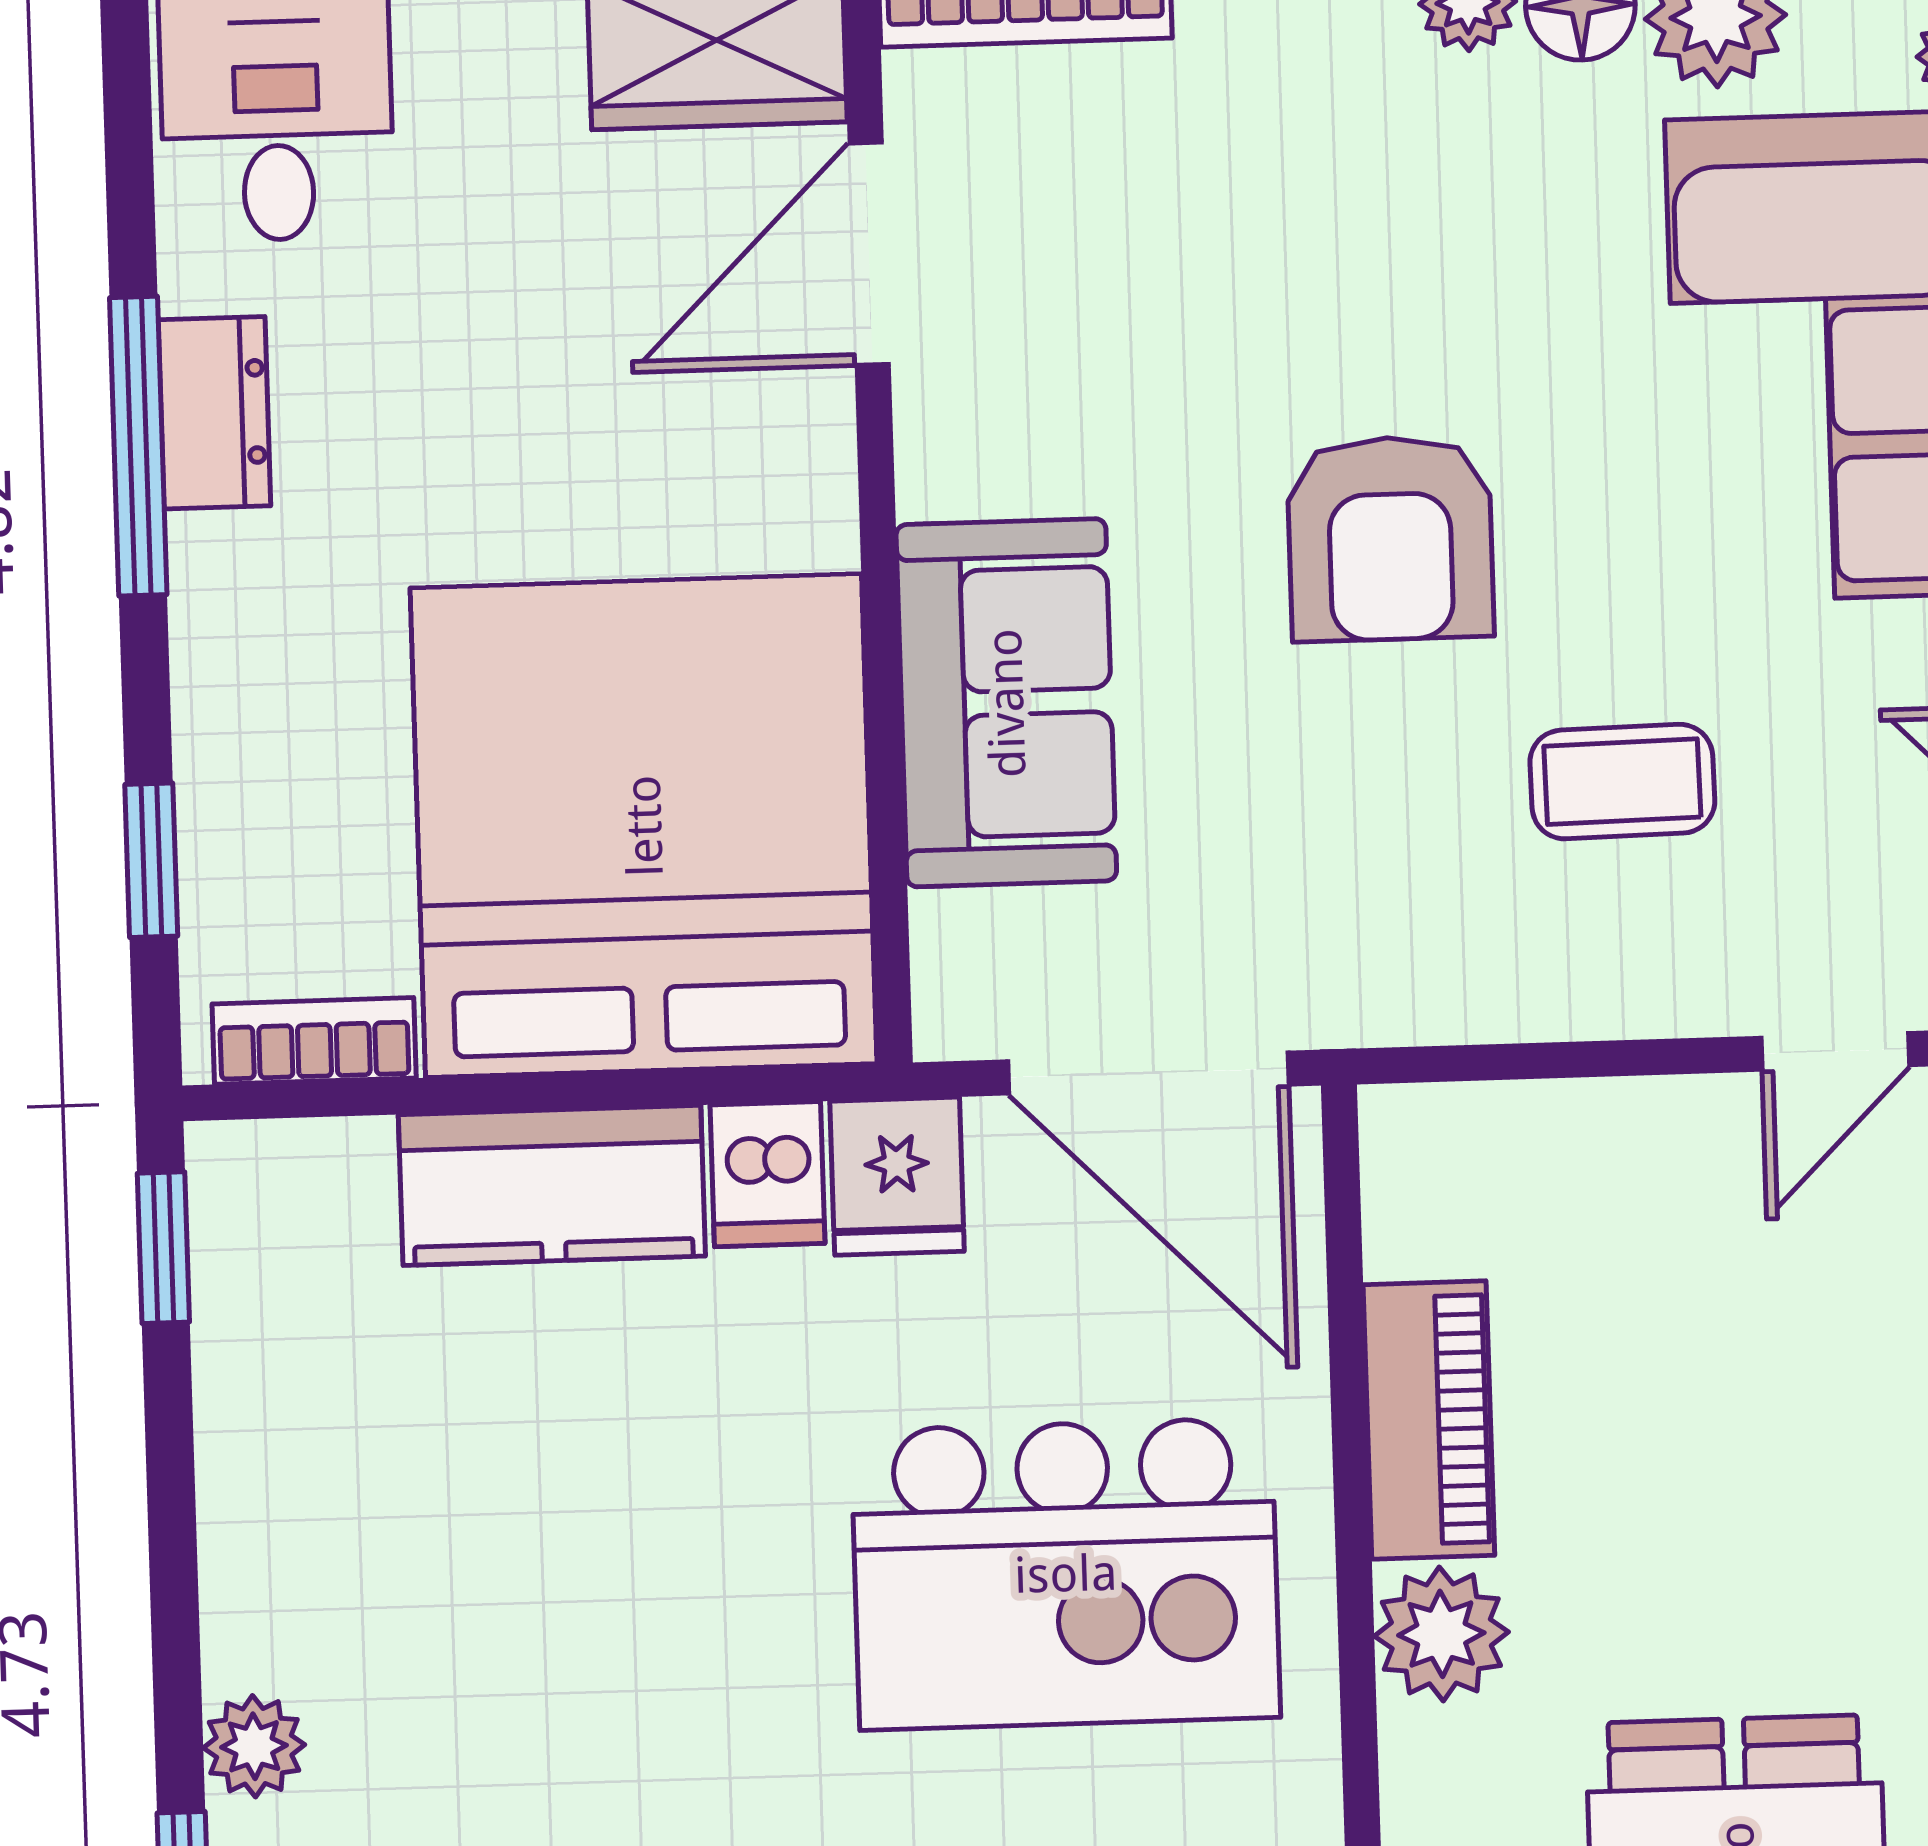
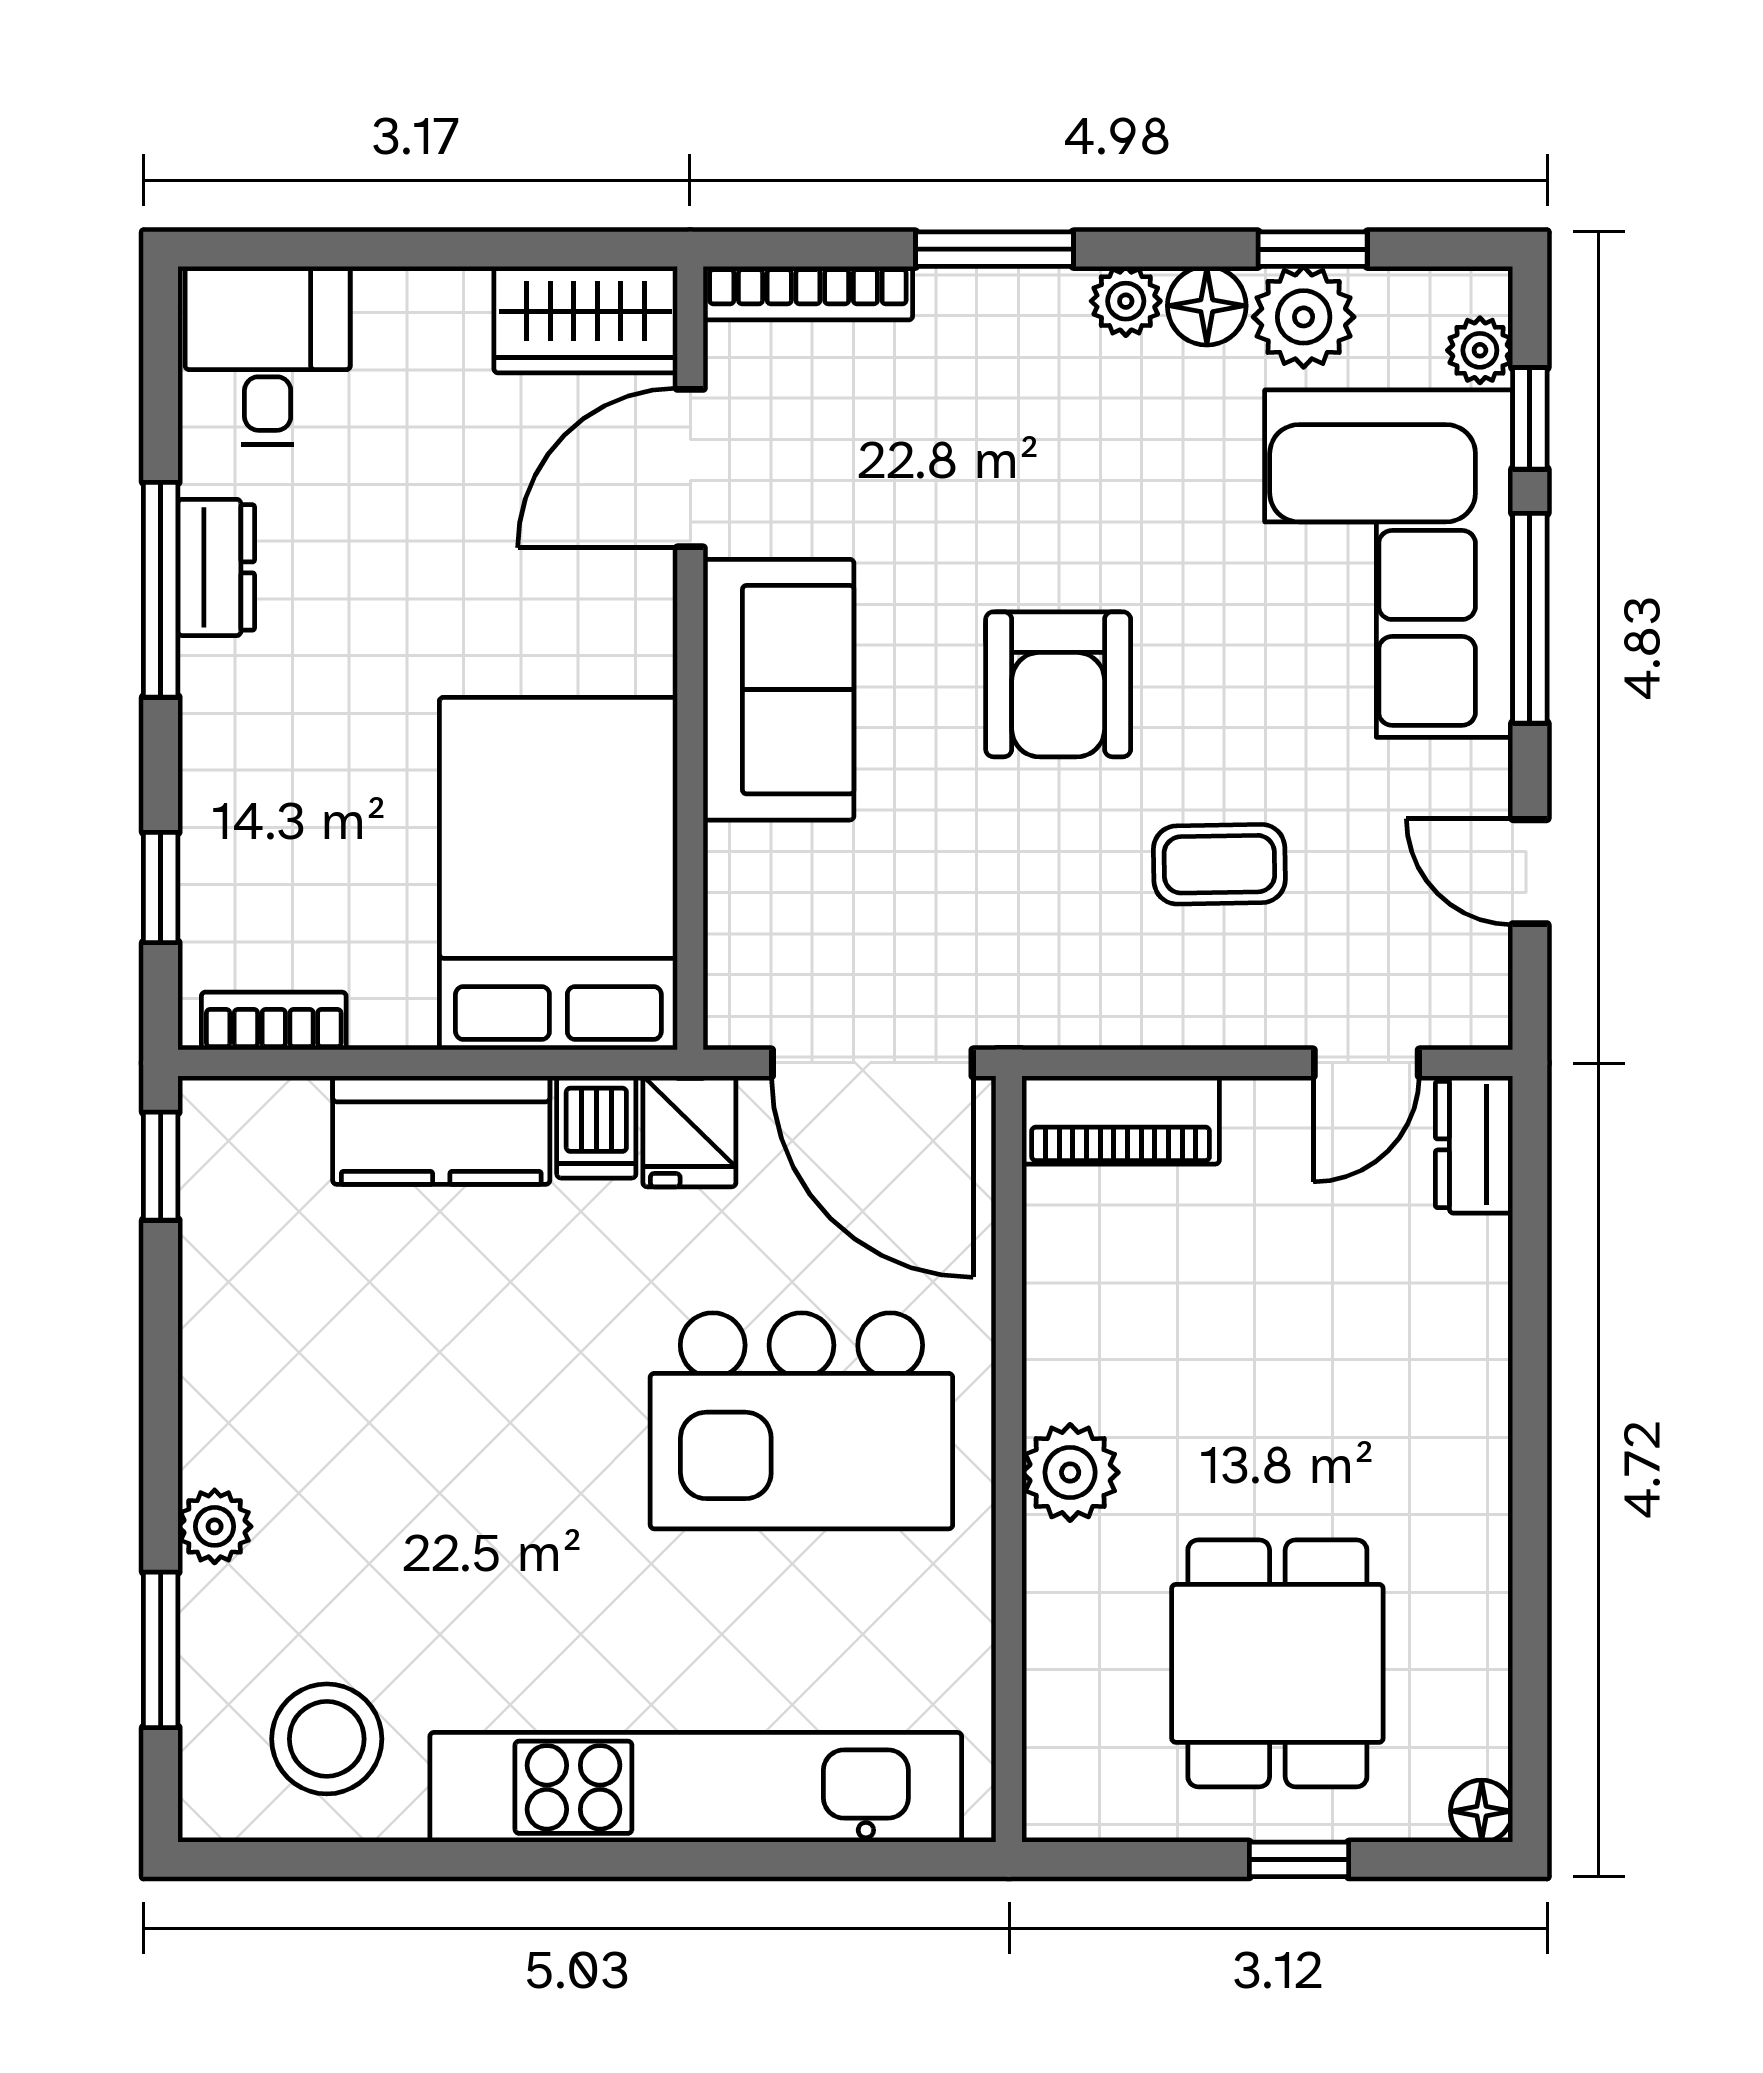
sofa: (1006, 703) -> (779, 690), moved
bed: (644, 826) -> (558, 874), width x0.73
piano: (1429, 1420) -> (1121, 1120), moved, turned 90

